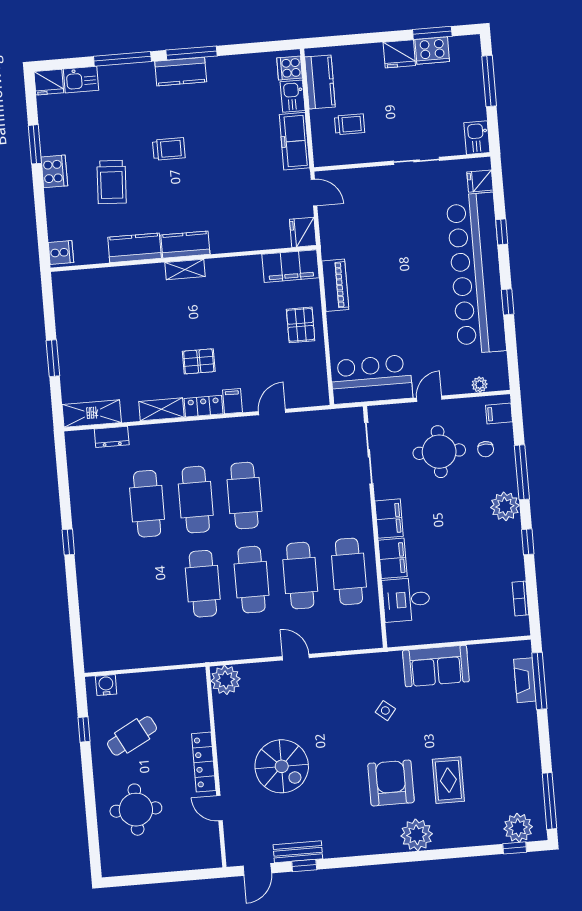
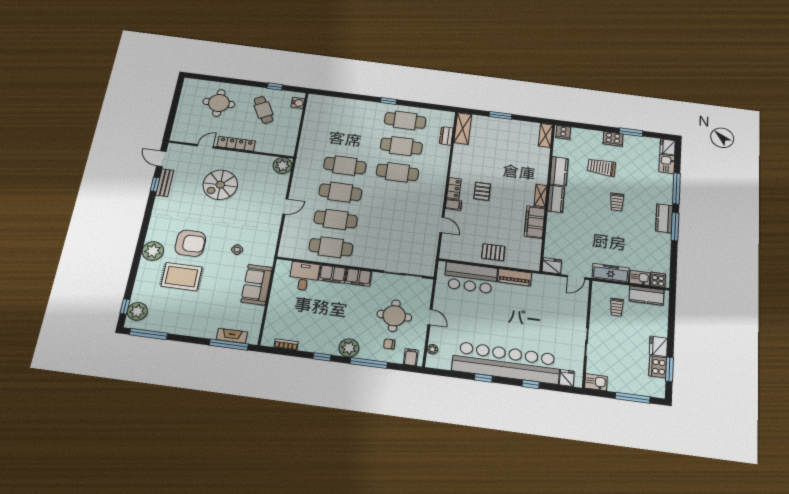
filing cabinet: (291, 266) -> (535, 222), moved
bar counter: (372, 379) -> (471, 278), moved, turned 90
shelving: (161, 409) -> (545, 135), moved
cafe table: (244, 496) -> (405, 120), moved
rug: (448, 780) -> (181, 277), width x1.36, depth x1.43

